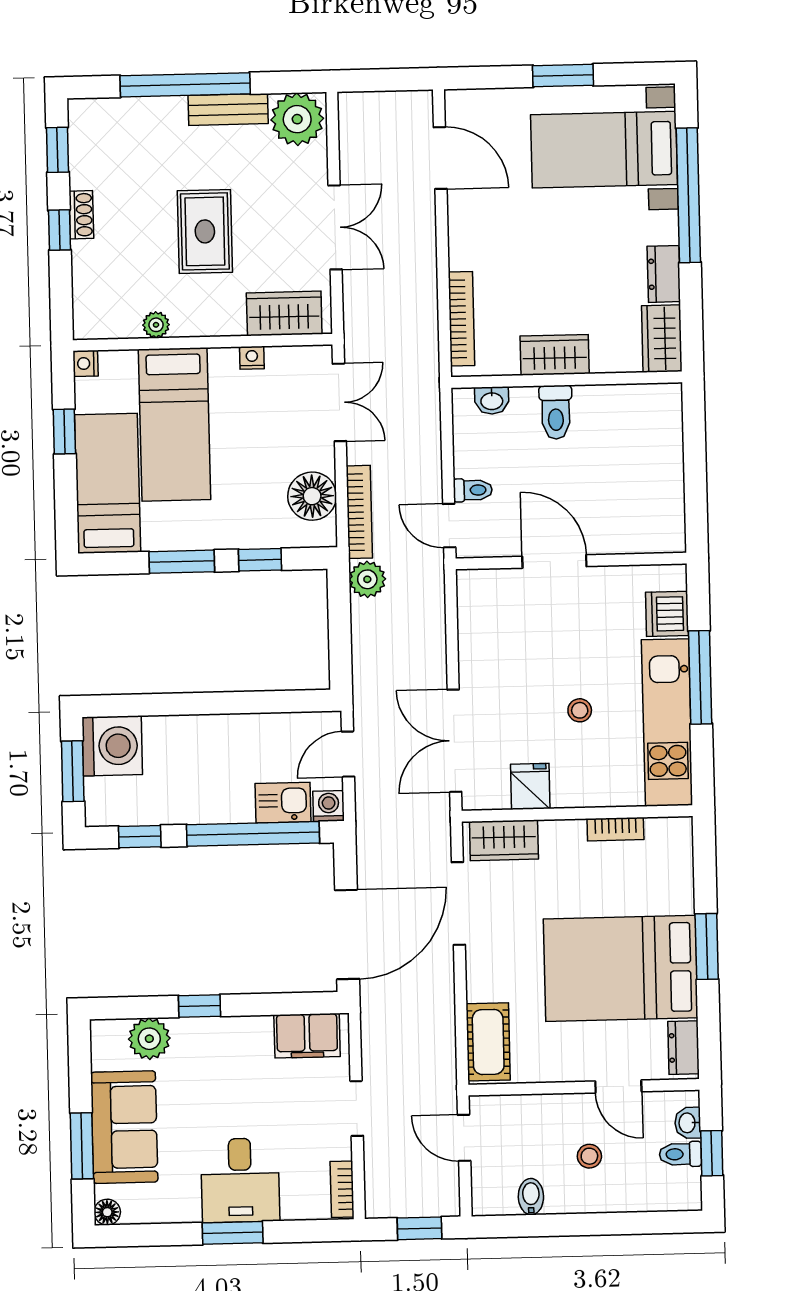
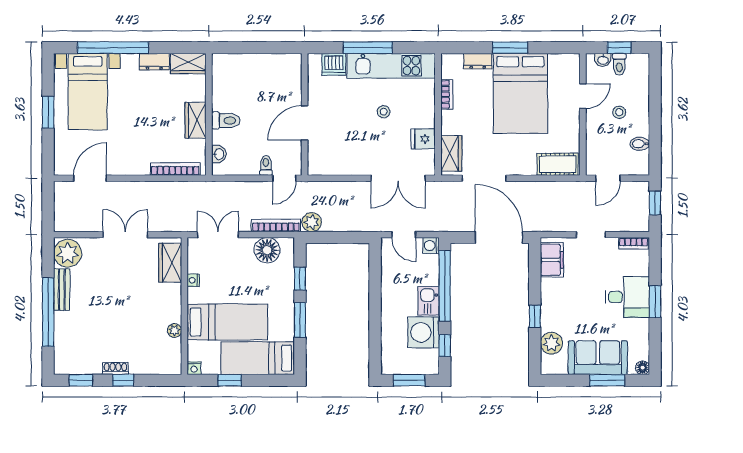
rug: (205, 231) -> (126, 303), removed
washing machine: (112, 746) -> (423, 332), moved, turned -90
kitchen sink: (283, 803) -> (429, 301), moved
dresser: (684, 1048) -> (478, 61), moved

